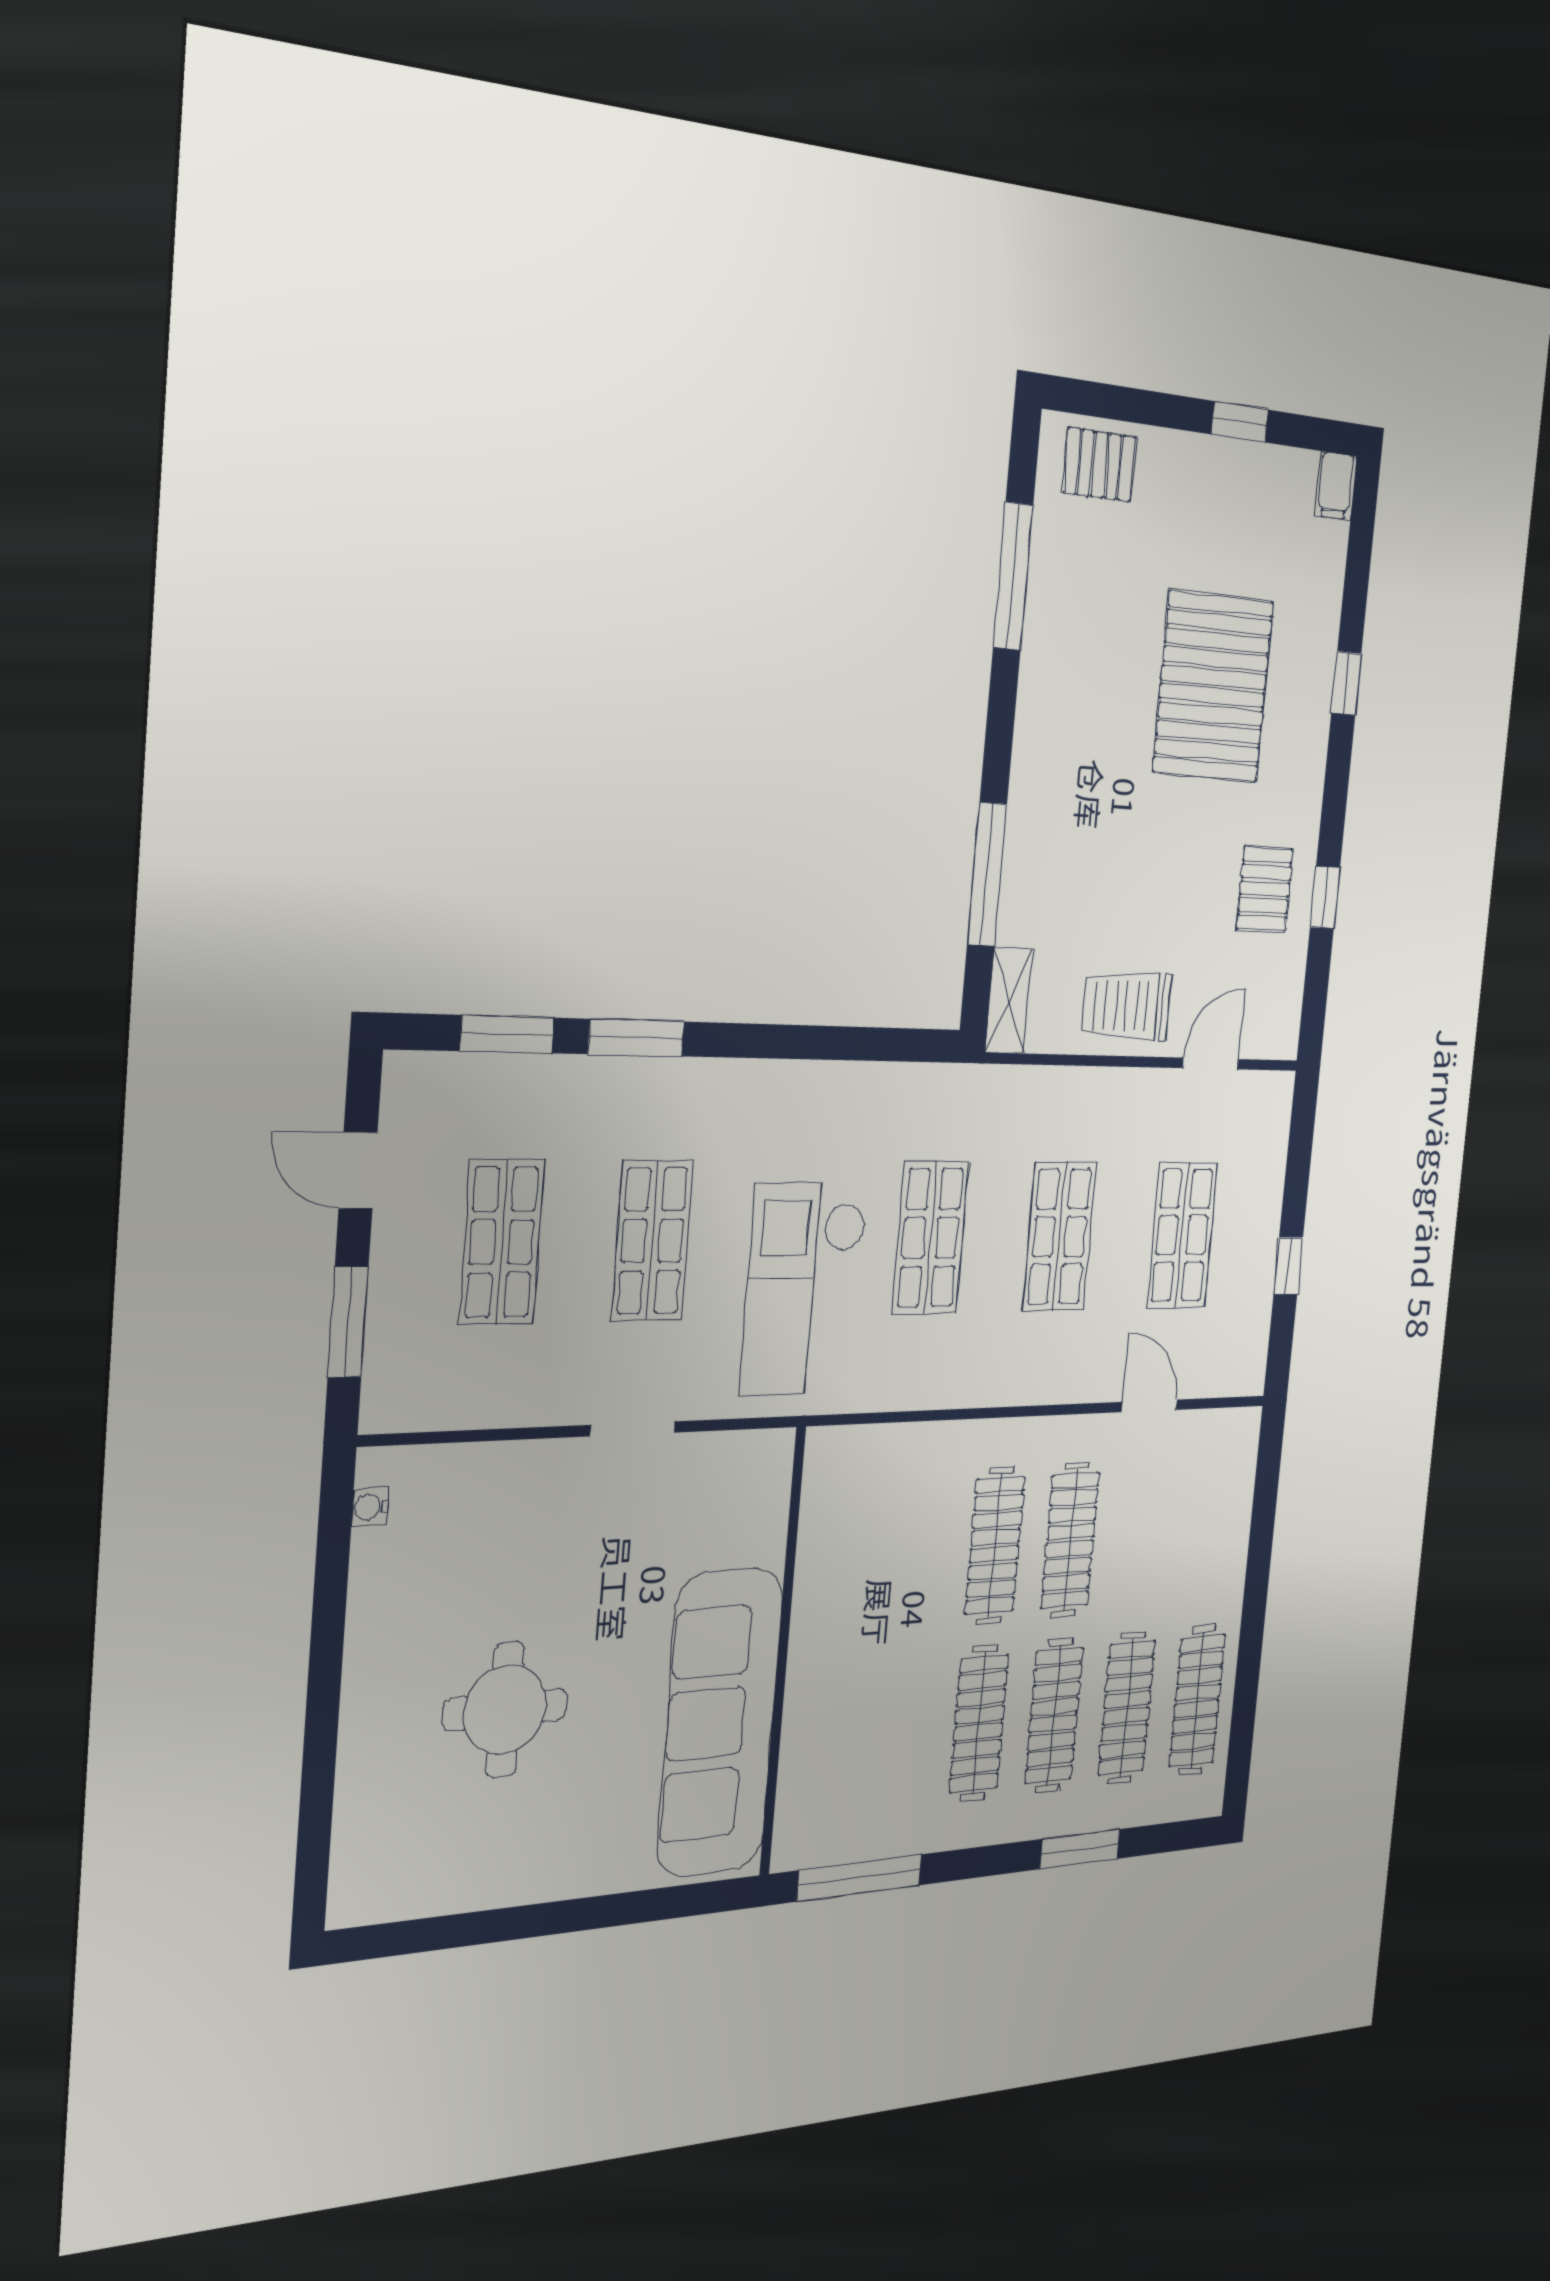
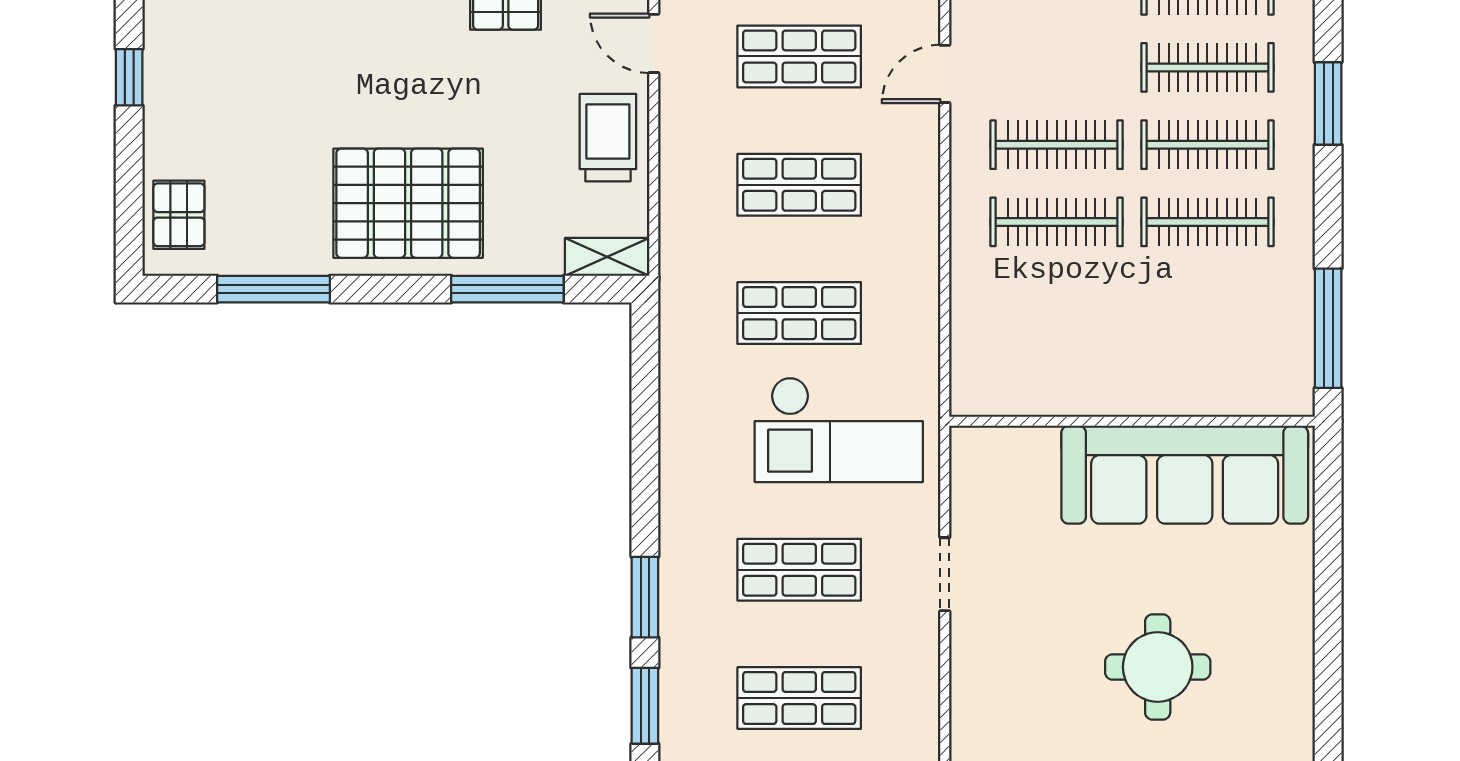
pallet: (1213, 687) -> (408, 203), moved
trolley: (1126, 1006) -> (608, 138), turned 180

